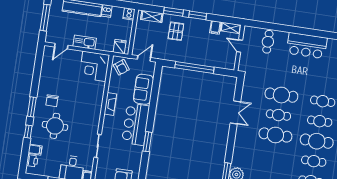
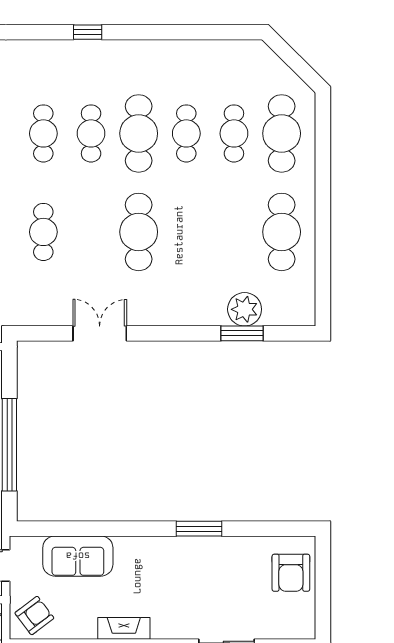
cafe table: (281, 95) -> (43, 232), width x0.73, depth x0.74
cafe table: (278, 115) -> (91, 232), removed
bar counter: (136, 124) -> (162, 562), removed

